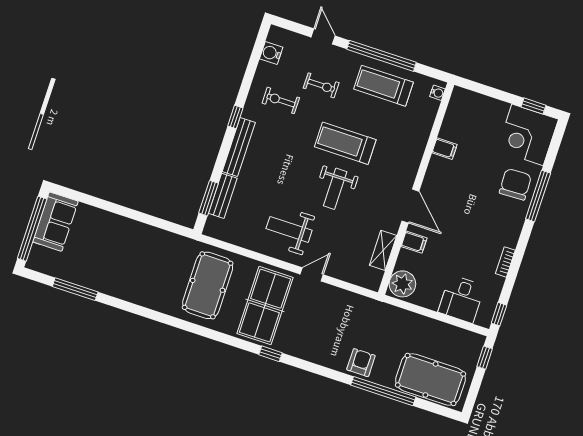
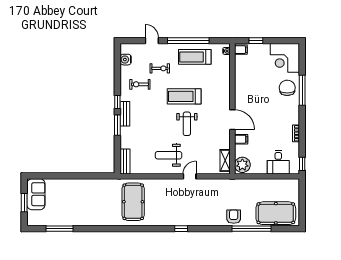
window: (534, 106) -> (256, 41), moved
bench: (239, 147) -> (125, 114), width x0.73
filing cabinet: (445, 149) -> (241, 50), moved
bench: (223, 196) -> (125, 162), moved
window: (208, 198) -> (117, 125), moved
window: (32, 229) -> (24, 203), width x0.47
shelving: (383, 250) -> (225, 160), moved
table tennis table: (265, 306) -> (169, 202), removed
window: (485, 358) -> (302, 191), removed

